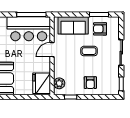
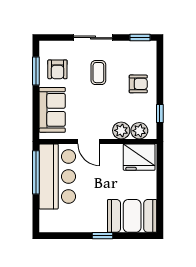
coffee table: (89, 51) -> (98, 73), moved
plant: (59, 71) -> (121, 130), added

